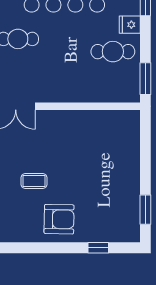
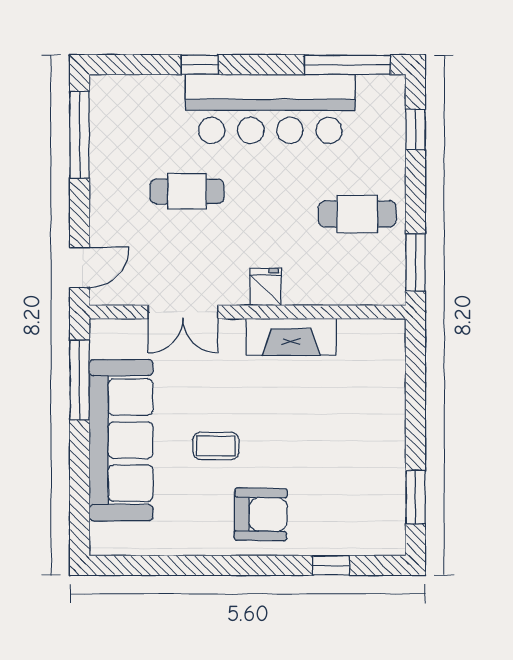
fridge: (130, 25) -> (266, 287), moved, turned 90
fireplace: (76, 120) -> (291, 337), added

